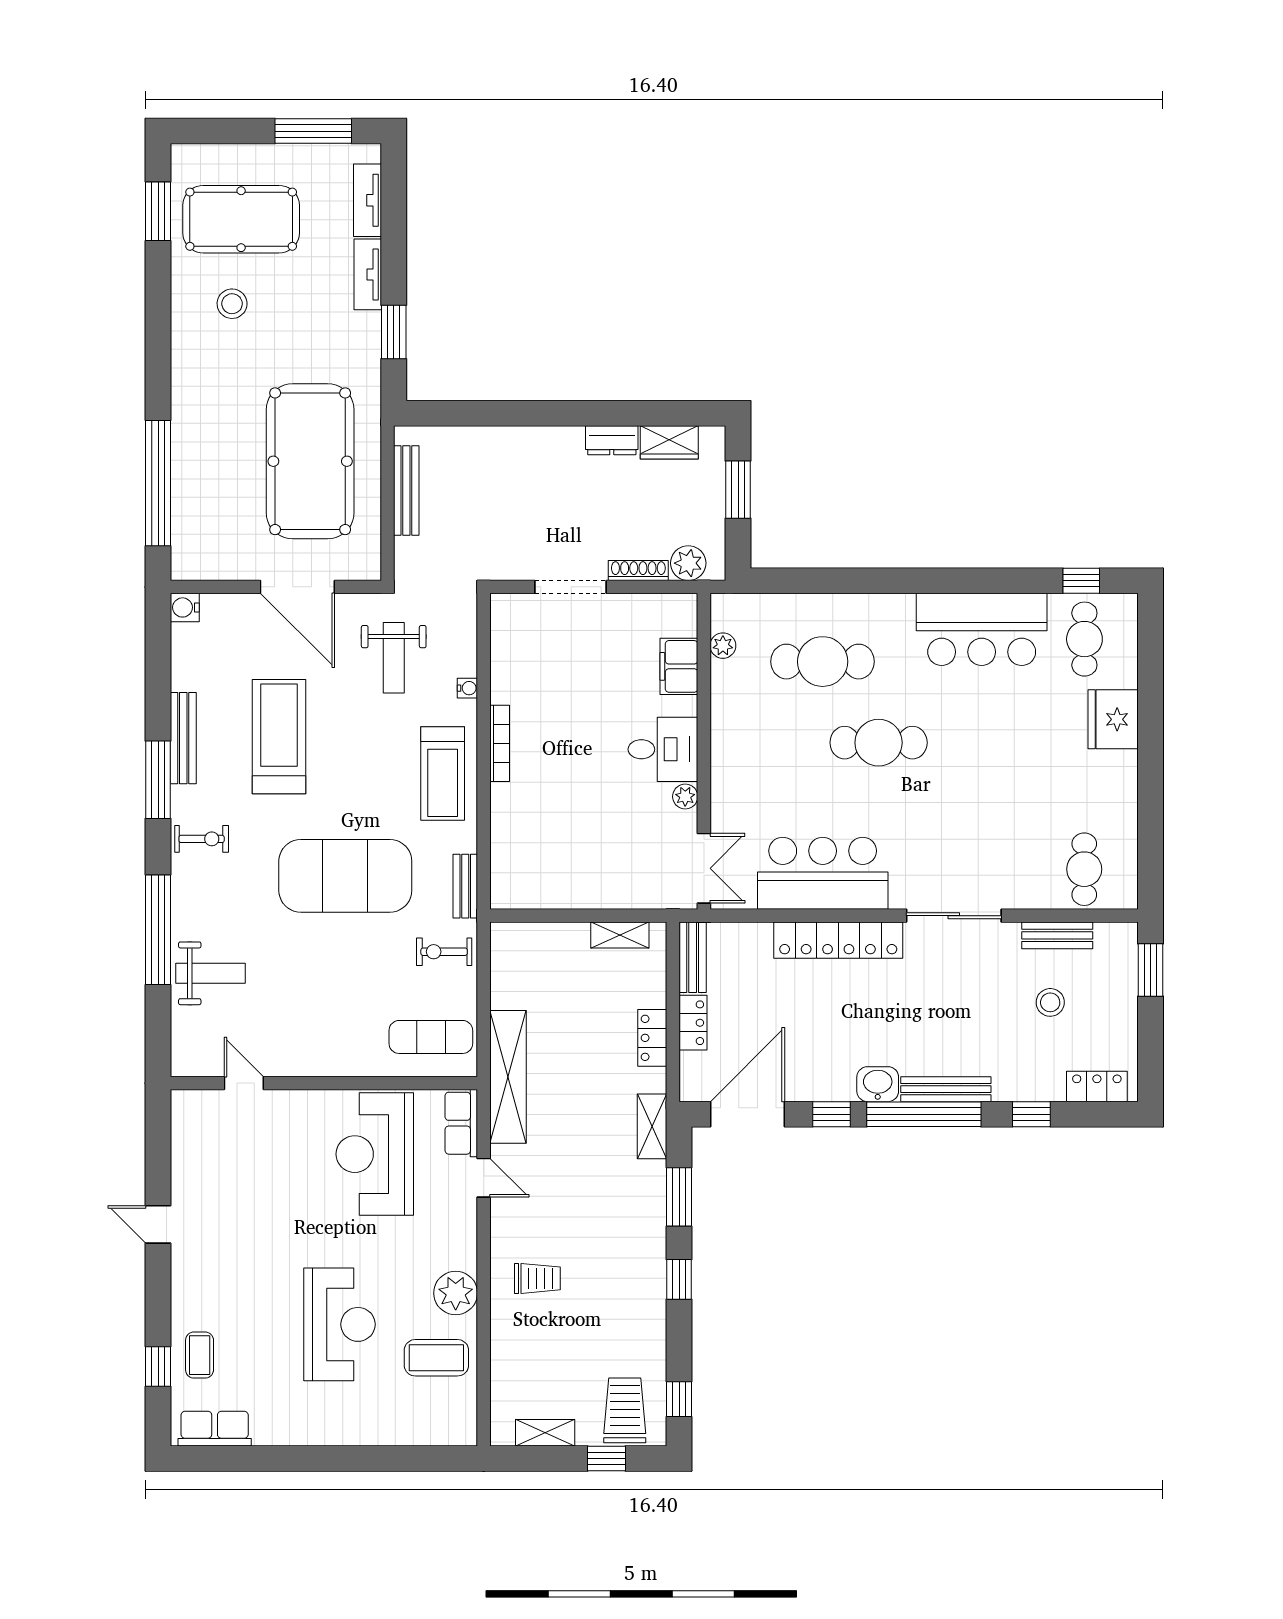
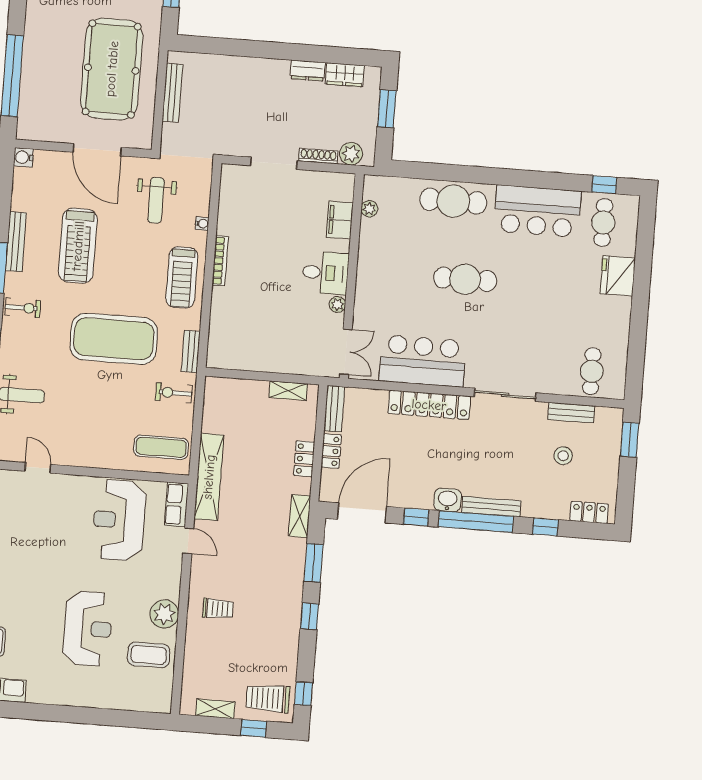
cafe table: (823, 662) -> (453, 201), moved
treadmill: (279, 737) -> (78, 246), turned 180
trolley: (625, 1410) -> (268, 698), turned -90

